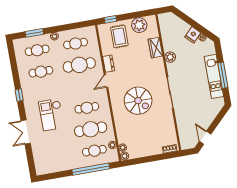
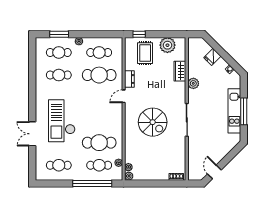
fridge: (193, 35) -> (212, 57), moved
window: (19, 95) -> (32, 95), removed
cafe table: (87, 108) -> (59, 165), moved
checkout: (51, 115) -> (62, 121), width x1.36, depth x1.21

